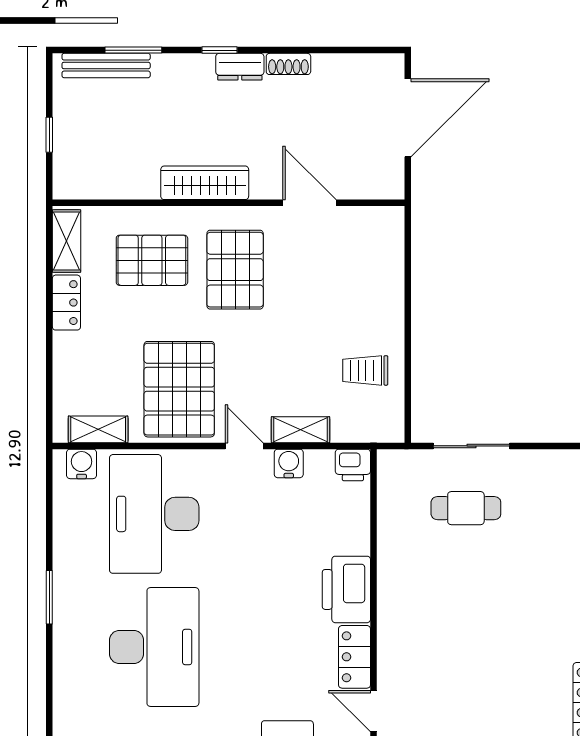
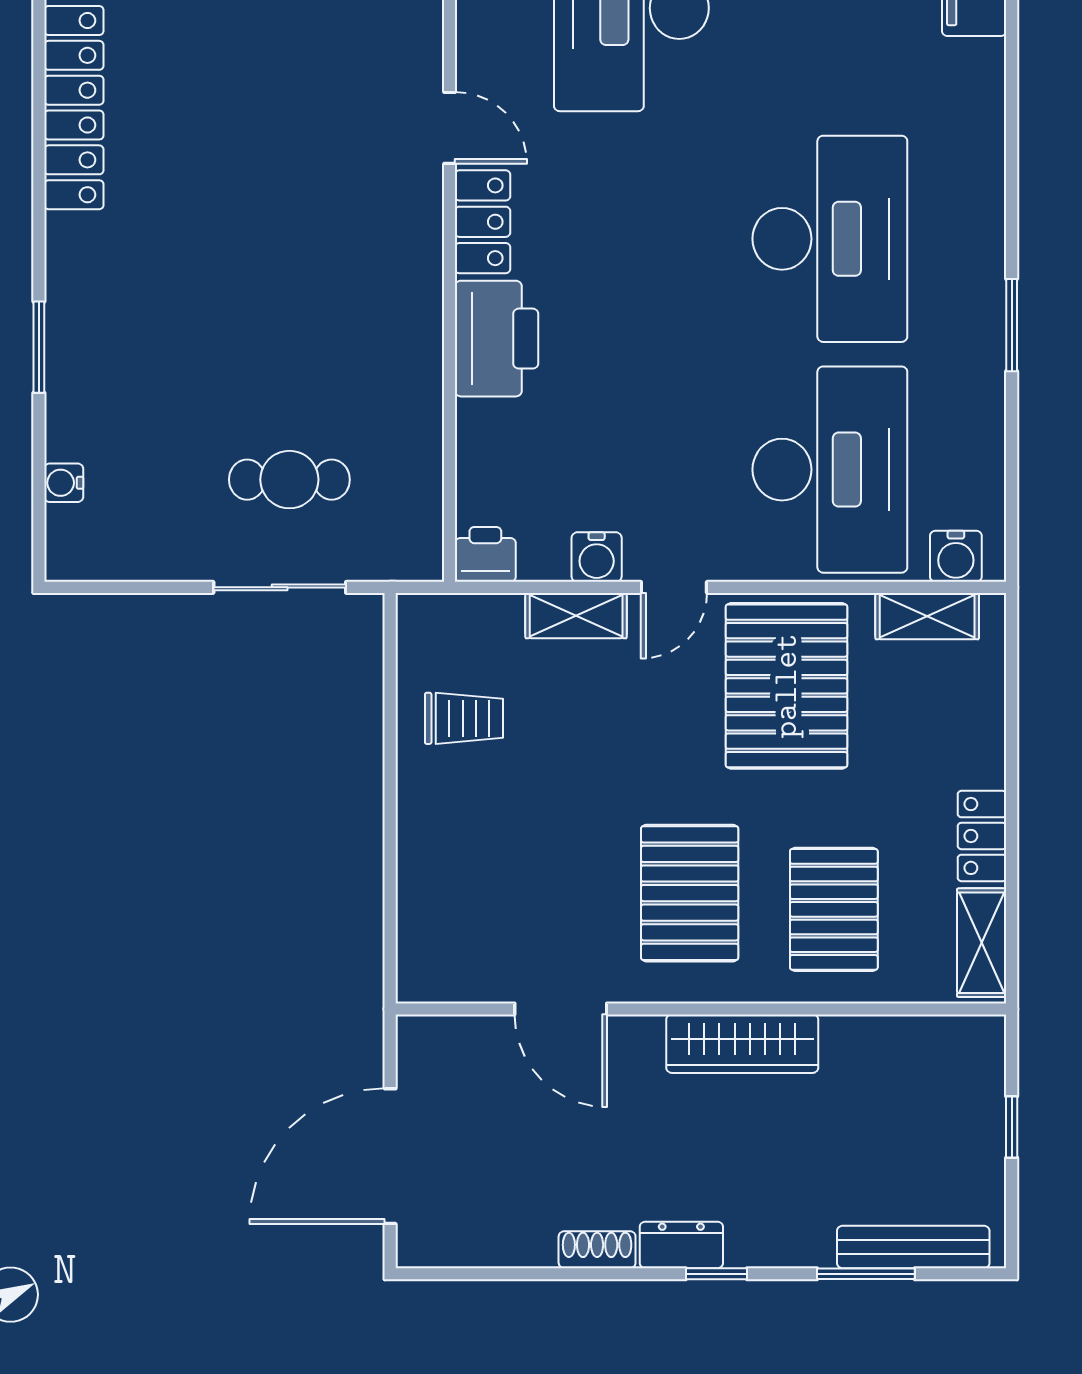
pallet: (152, 260) -> (834, 909), turned 90
door: (244, 446) -> (674, 587), hinge flipped
desk: (154, 647) -> (830, 239), turned 180

